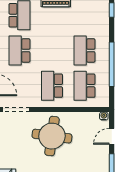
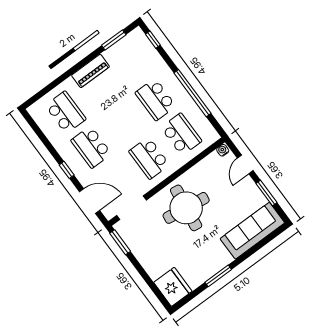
school desk: (84, 86) -> (181, 134), turned 180

